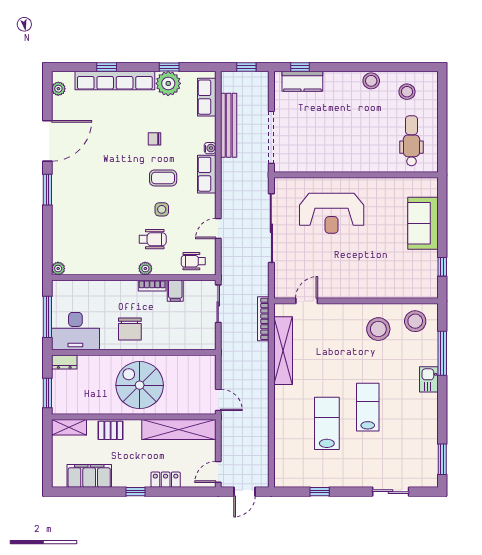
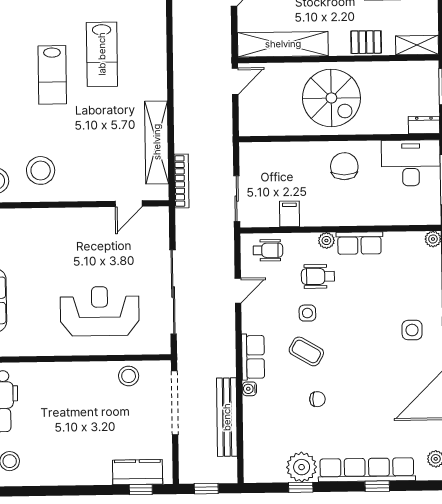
stool: (371, 81) -> (129, 376), moved
row of seats: (207, 97) -> (359, 243), moved, turned 90
coffee table: (163, 178) -> (306, 351), turned 30
side table: (76, 194) -> (412, 330), added
bookcase: (152, 286) -> (318, 220), removed
door: (218, 400) -> (235, 81), swing flipped

